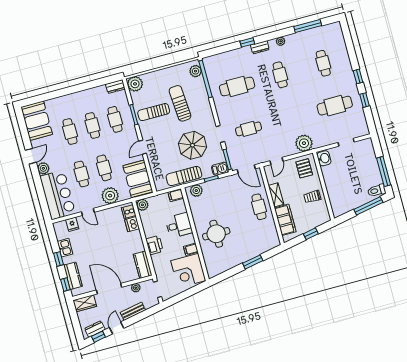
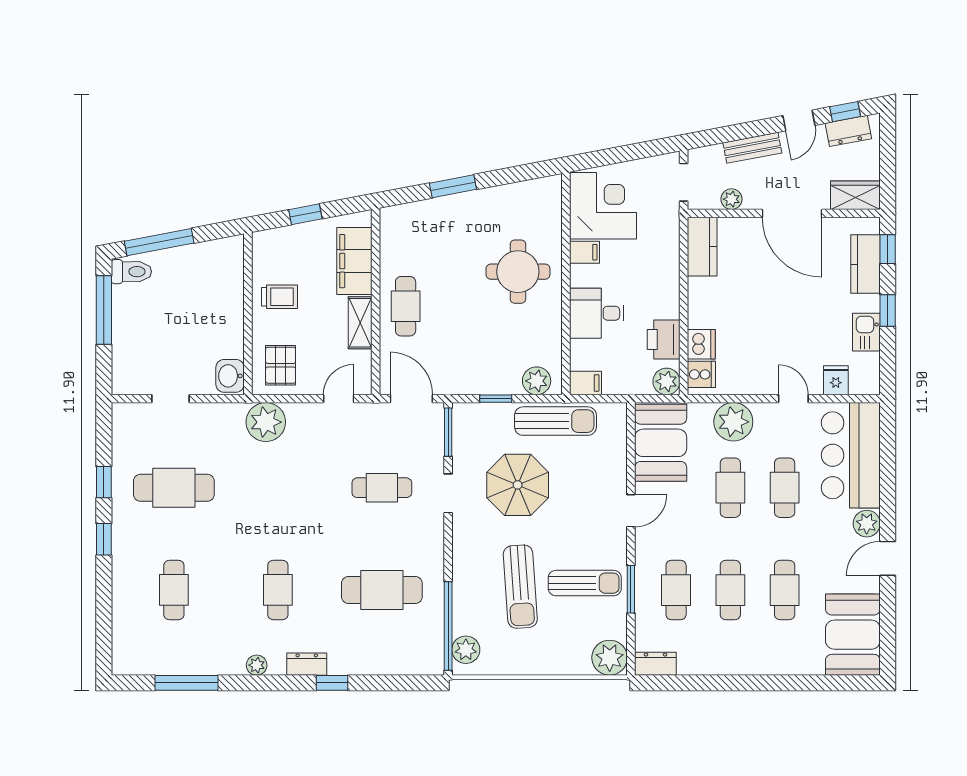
barbecue: (220, 169) -> (470, 415), removed
printer: (154, 245) -> (664, 339), moved

